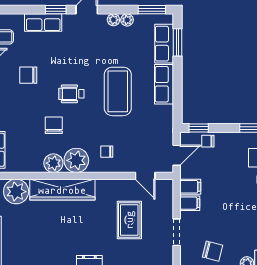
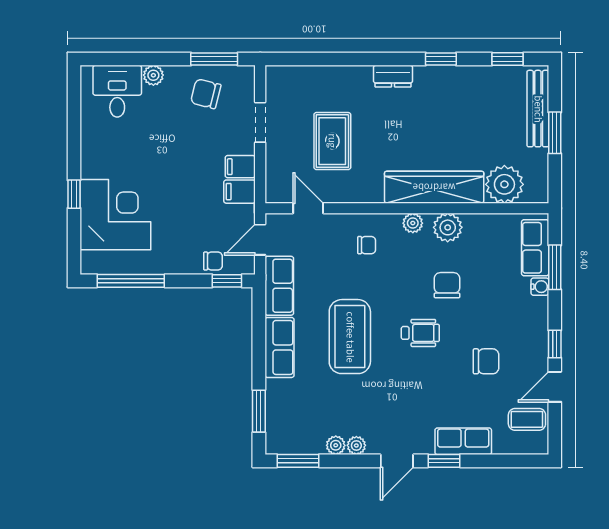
row of seats: (164, 44) -> (279, 286), moved
chair: (54, 125) -> (447, 285), turned 180
plant: (76, 160) -> (413, 223), width x0.53, depth x0.53

